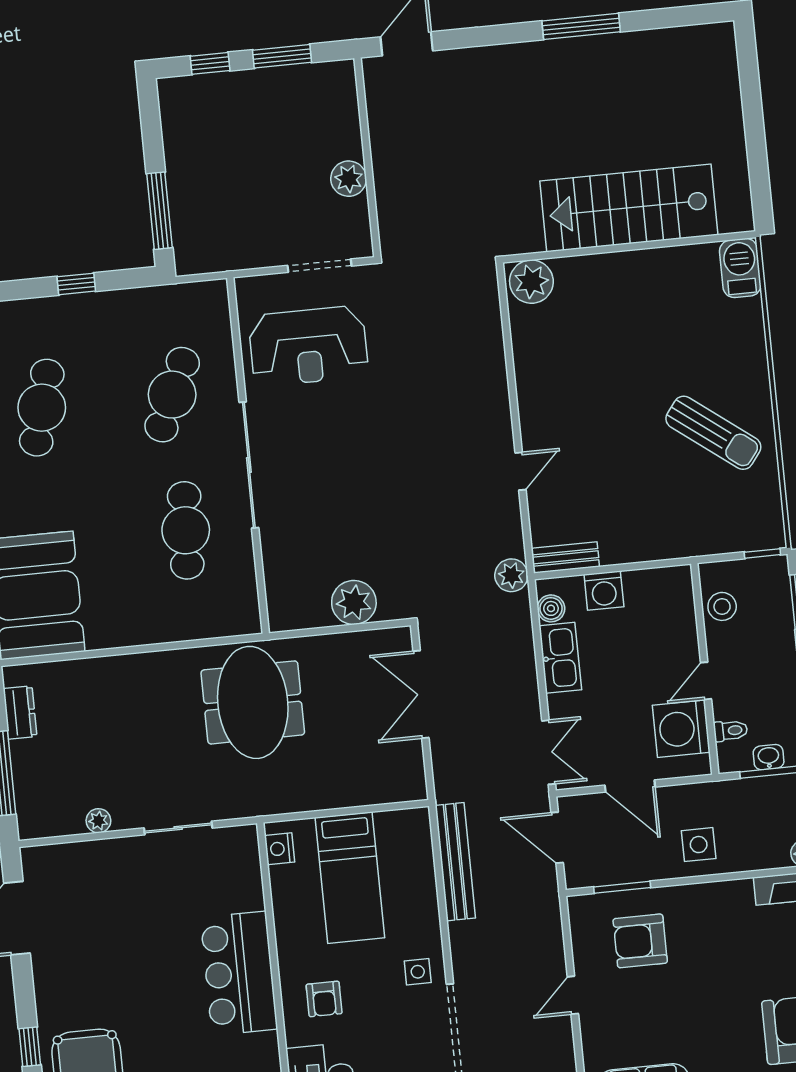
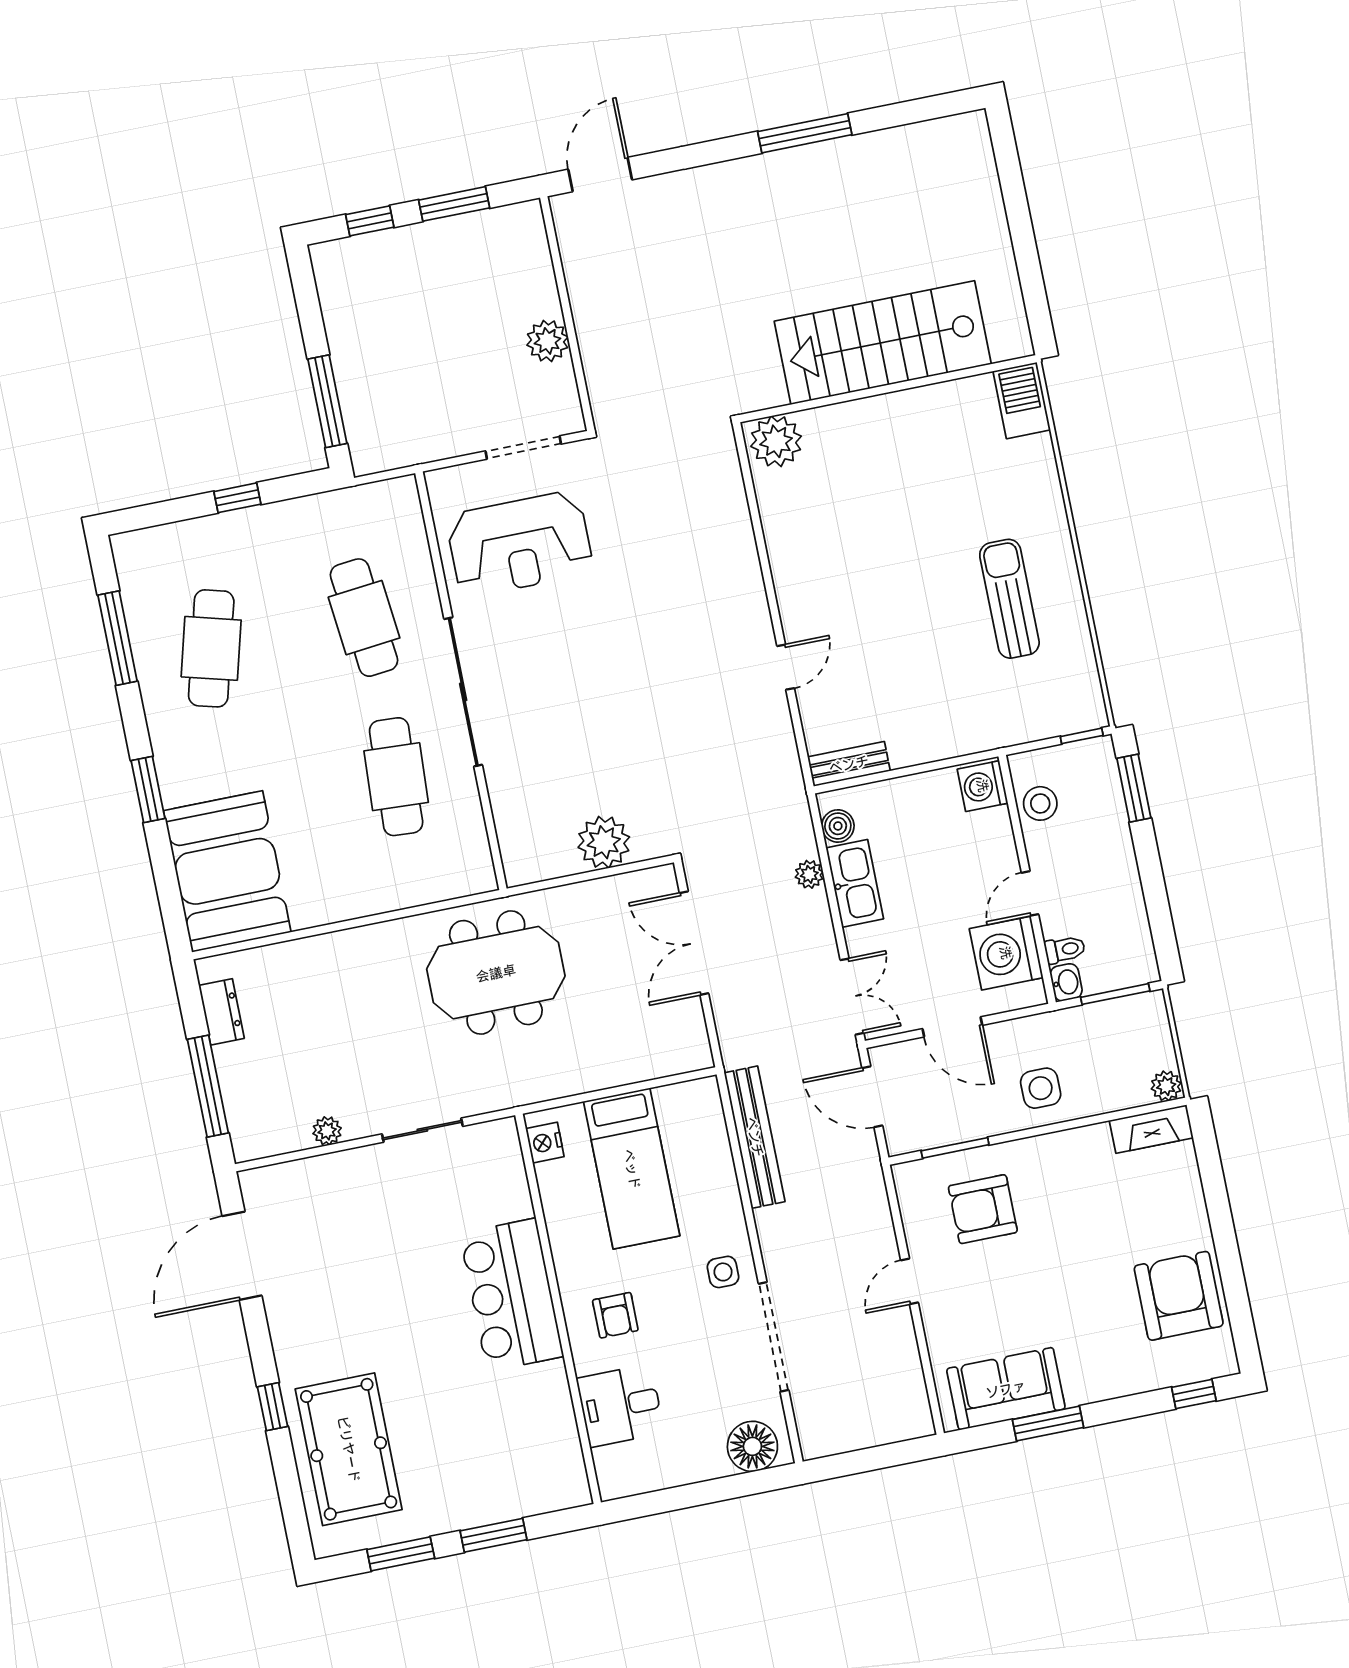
cafe table: (172, 395) -> (364, 618), turned -30
sun lounger: (713, 433) -> (1009, 599), turned -127
plant: (511, 575) -> (809, 874), moved, width x0.73, depth x0.73
washing machine: (604, 591) -> (983, 786), moved, turned 90
meeting table: (253, 702) -> (496, 973), turned 90
washbasin: (769, 757) -> (1066, 982), moved, turned 90

